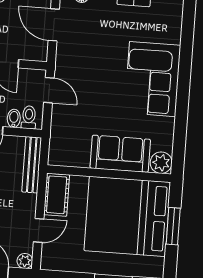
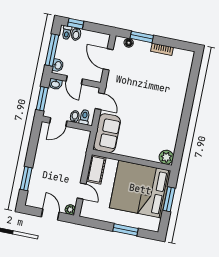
corner sofa: (152, 79) -> (168, 102), removed
sofa: (120, 154) -> (107, 133), moved, turned 90
bench: (32, 165) -> (83, 148), removed
door: (39, 230) -> (82, 191), hinge flipped

